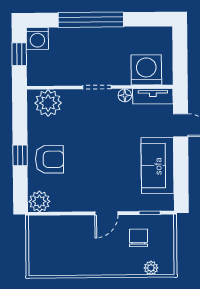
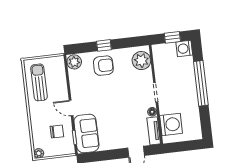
armchair: (49, 159) -> (103, 66), turned -90
sofa: (158, 166) -> (86, 133), moved, turned 90
sun lounger: (64, 256) -> (39, 82), added
plant: (151, 268) -> (39, 153), moved

